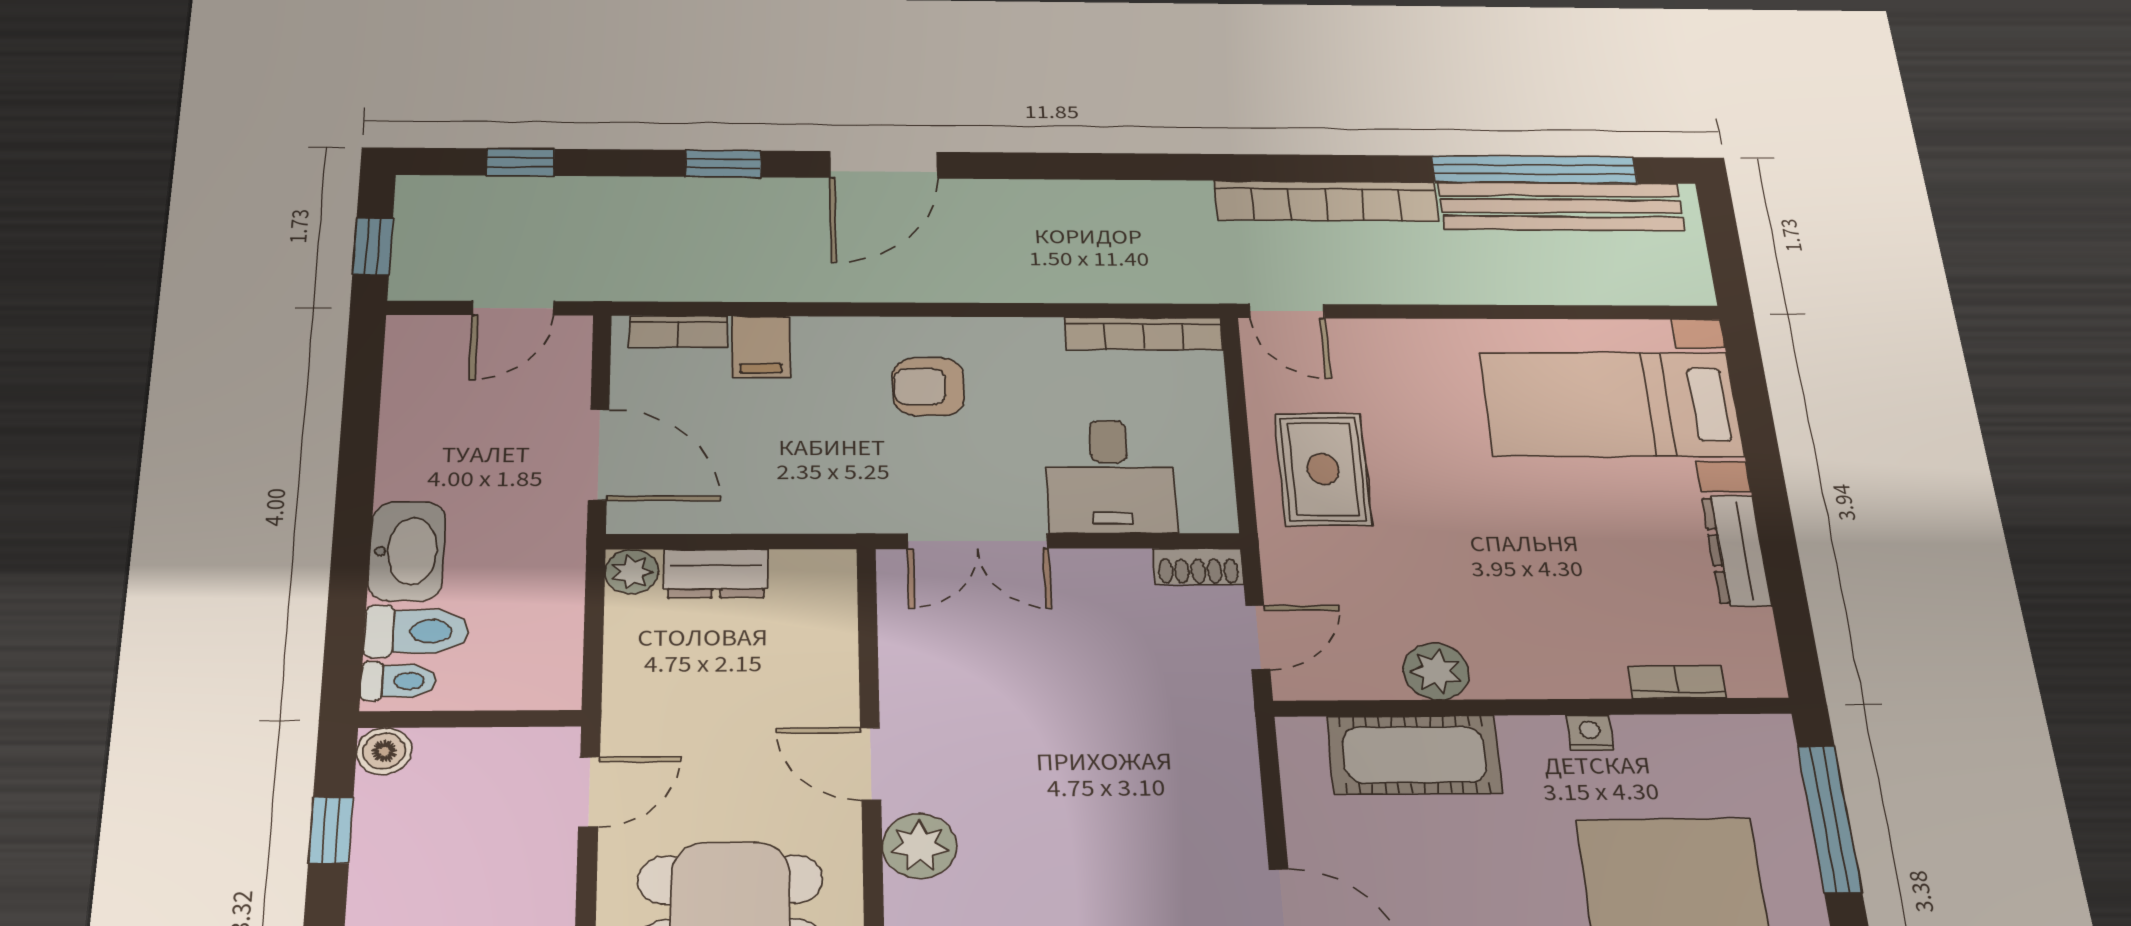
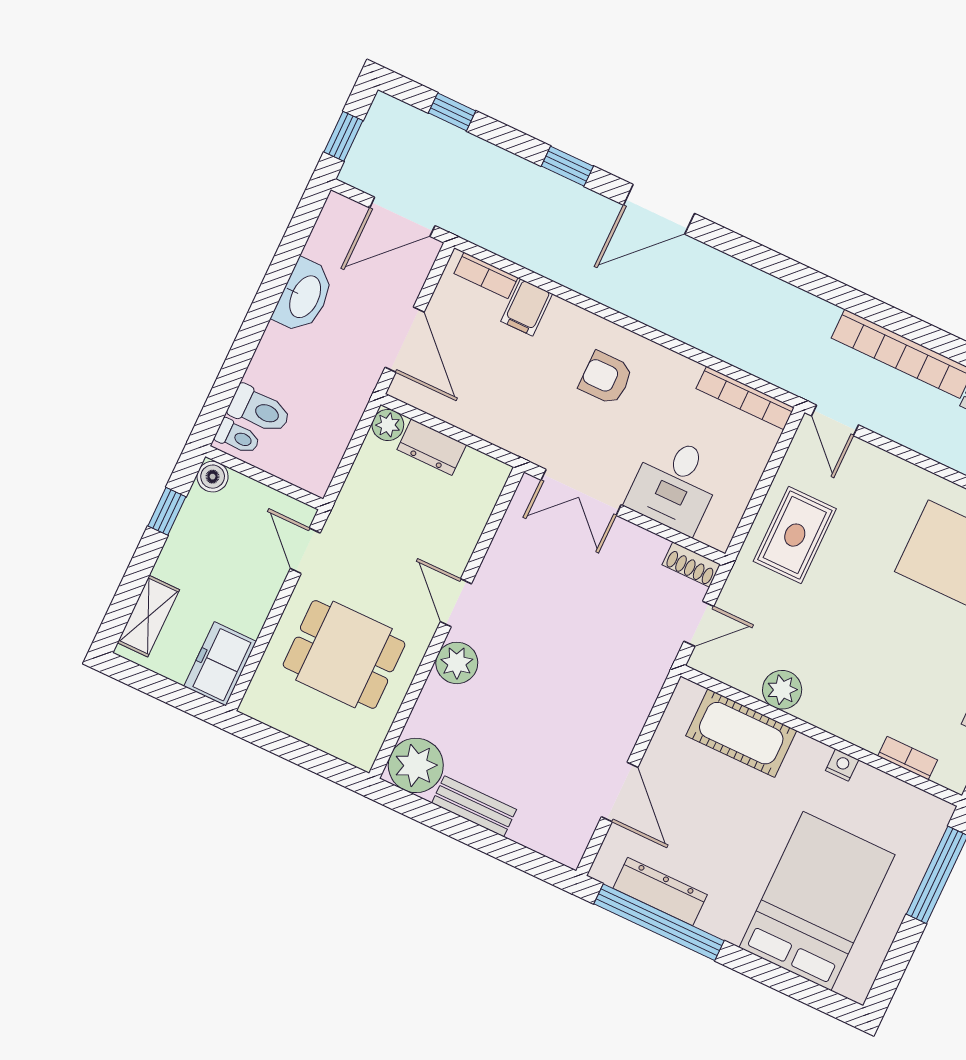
door: (513, 308) -> (402, 217), width x1.37
washbasin: (407, 551) -> (304, 296), moved
door: (589, 792) -> (305, 551), swing flipped

